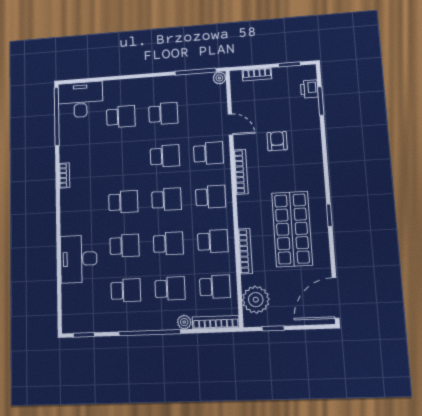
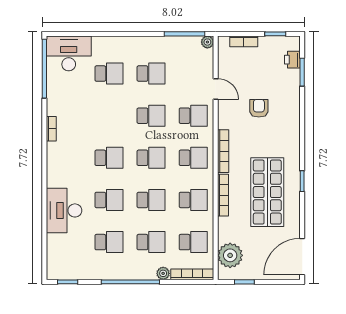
bookcase: (241, 172) -> (223, 151), moved
bookcase: (245, 251) -> (223, 195), moved

